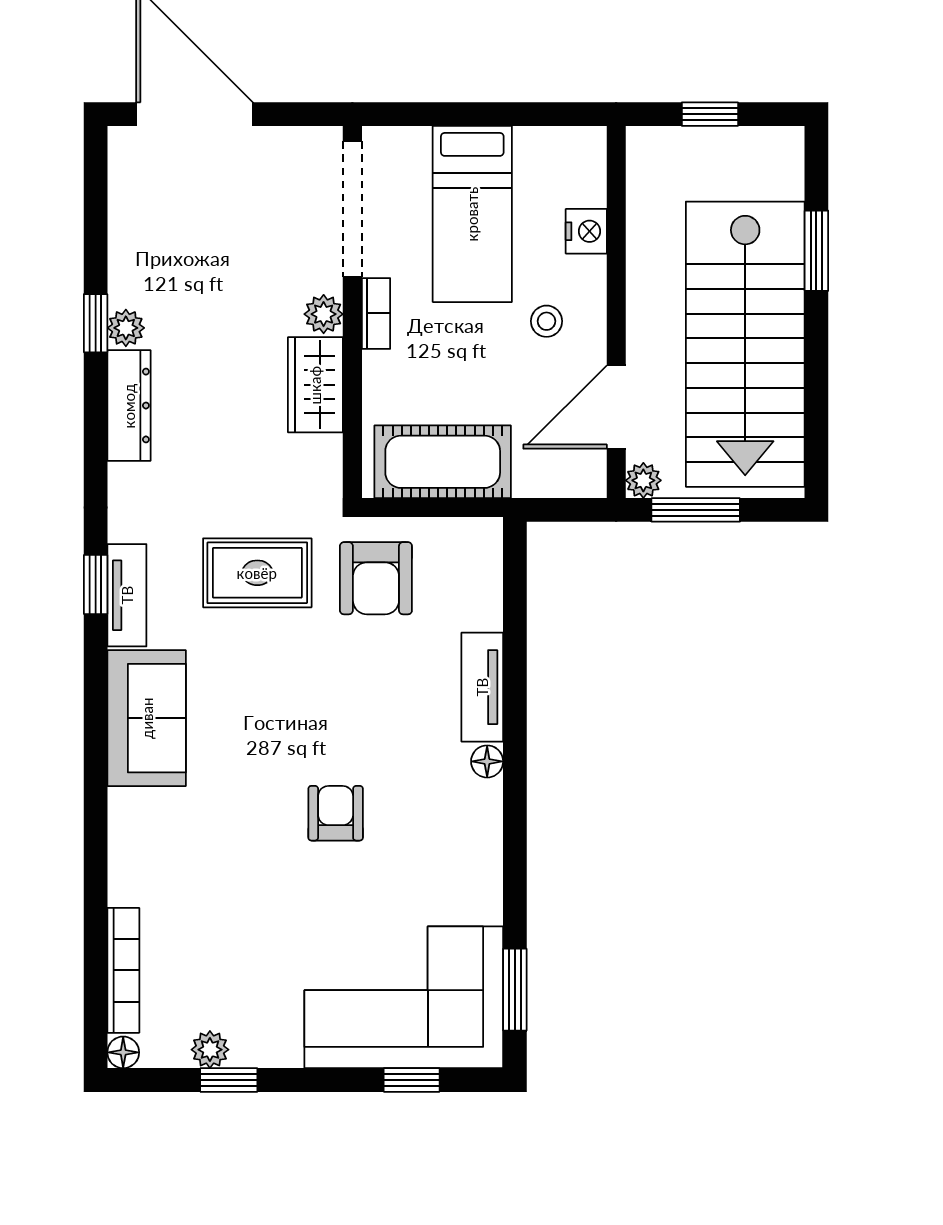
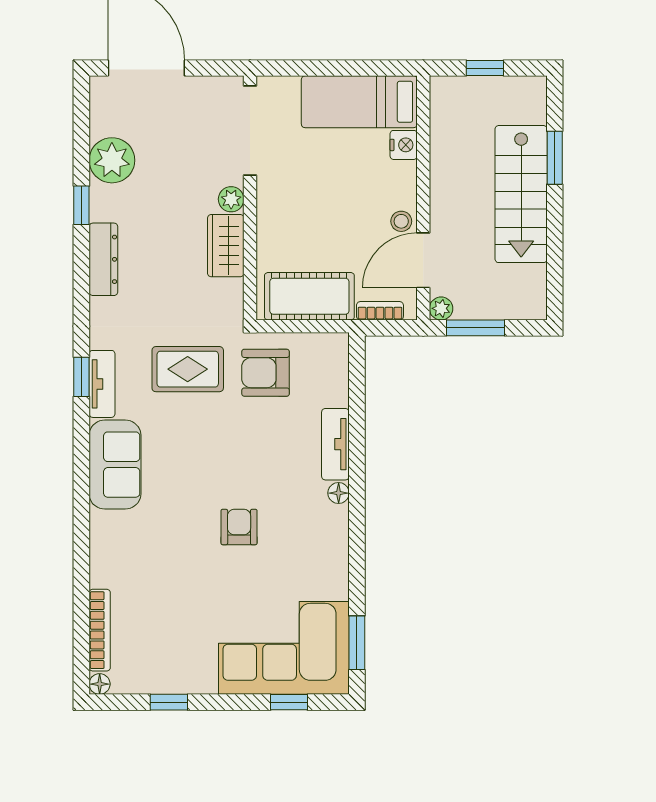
bed: (472, 214) -> (359, 102), moved, turned 90
bookcase: (376, 313) -> (380, 311), moved, turned -90
stool: (547, 321) -> (401, 221), moved
plant: (126, 328) -> (112, 160), moved, width x1.88, depth x1.88
stairs: (745, 344) -> (521, 194), width x0.73, depth x0.66
armchair: (376, 578) -> (266, 373), turned 90
plant: (210, 1050) -> (157, 682), removed

